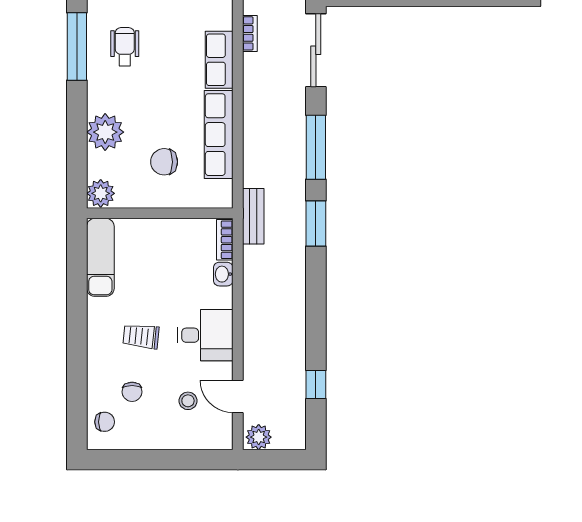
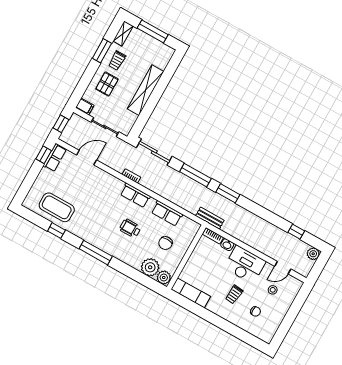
wheelchair: (125, 47) -> (130, 228), moved
plant: (105, 132) -> (150, 267), moved
row of seats: (219, 135) -> (167, 213), width x0.68
desk: (205, 335) -> (245, 265), width x1.37
chair: (105, 422) -> (262, 330), removed
plant: (259, 437) -> (313, 254), moved

